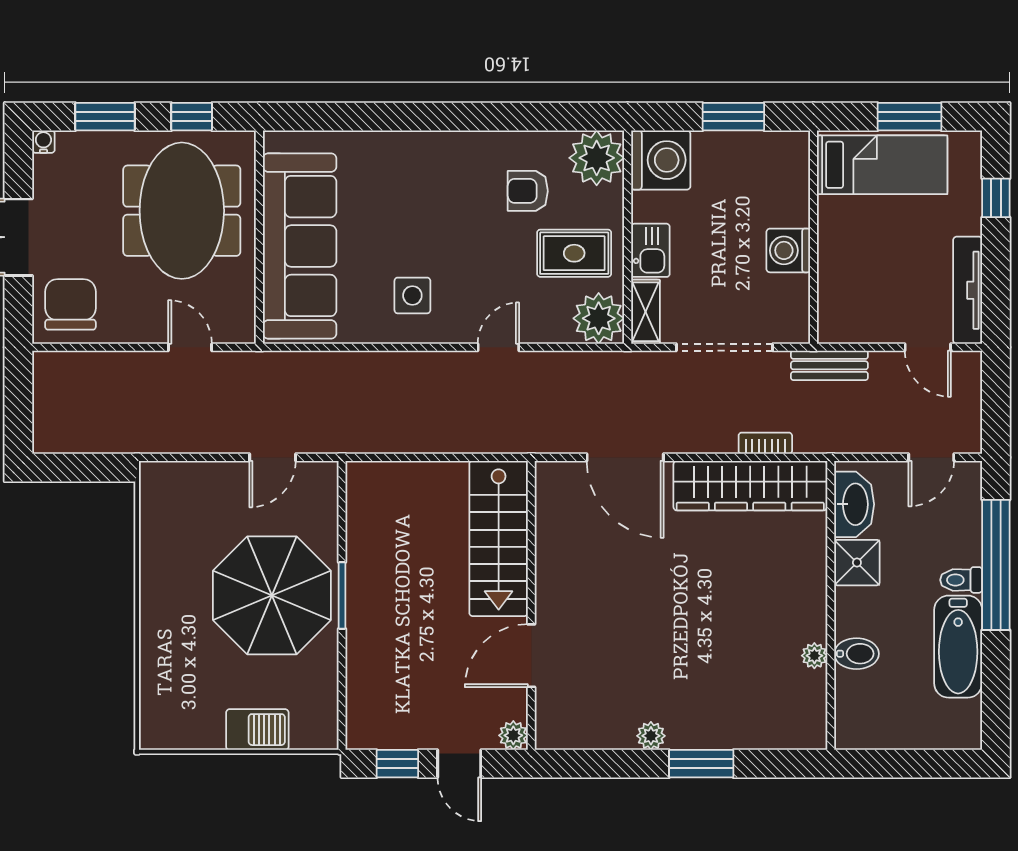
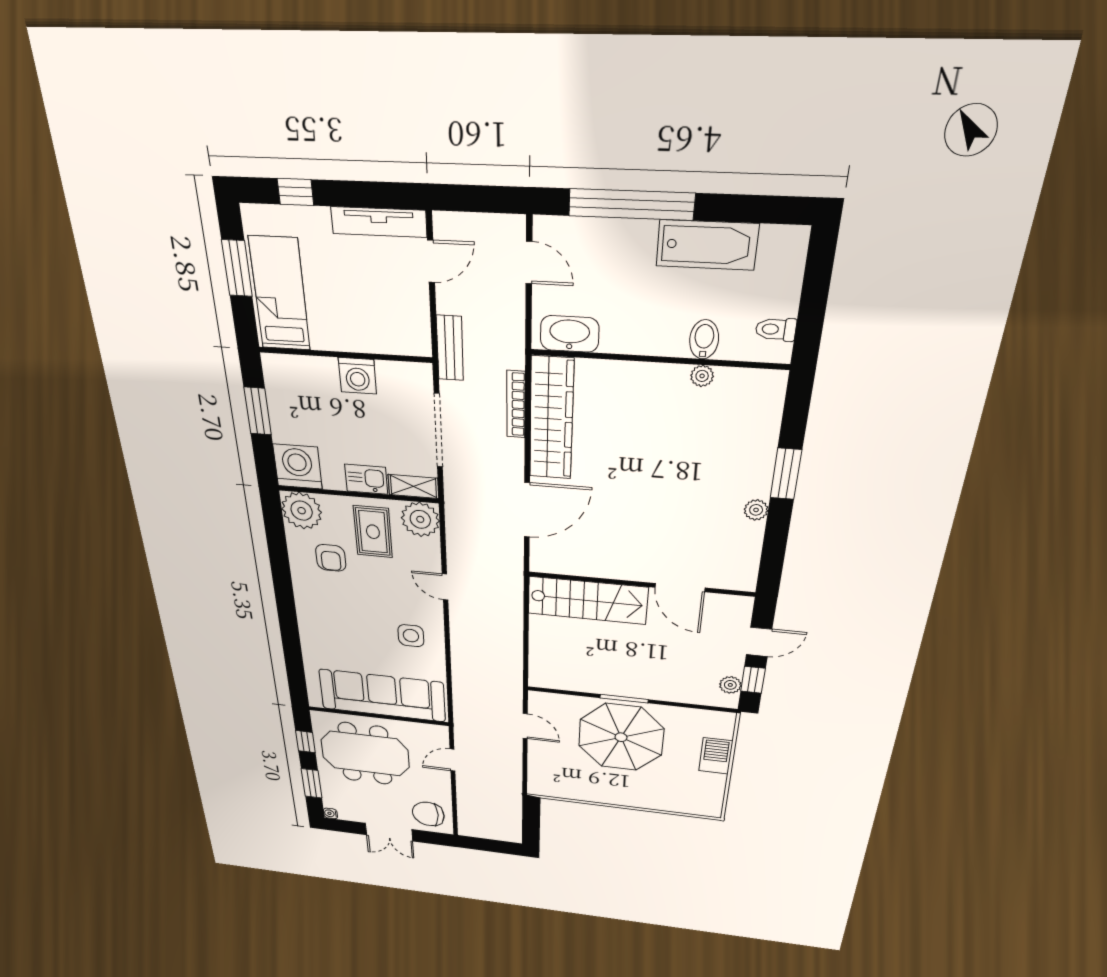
bookcase: (765, 443) -> (516, 404), width x1.56
shower: (857, 563) -> (621, 334), removed
toilet: (961, 580) -> (776, 329), moved, turned 90
plant: (513, 735) -> (730, 685), moved

